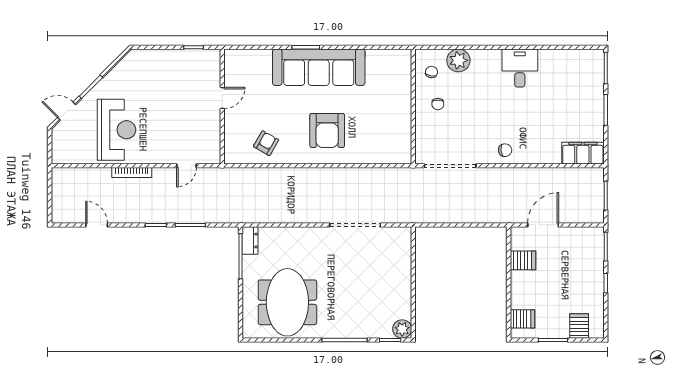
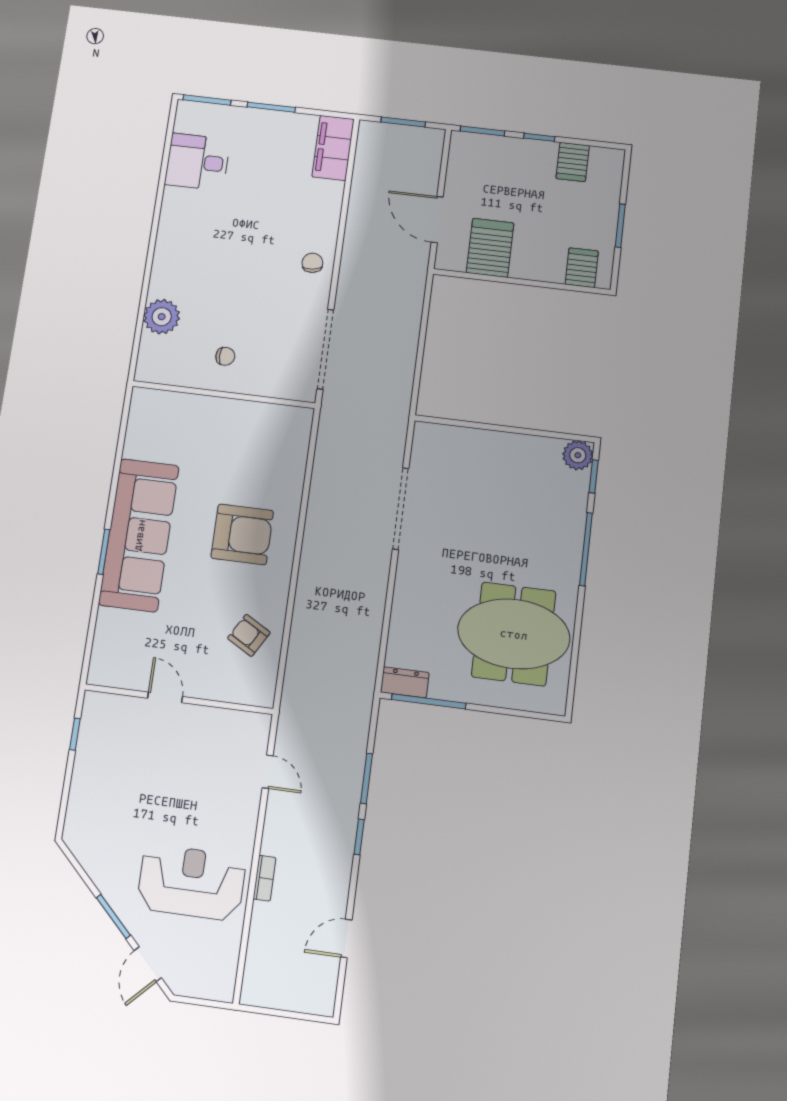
desk: (520, 68) -> (198, 162), moved
chair: (431, 72) -> (173, 360), removed
bookcase: (132, 172) -> (265, 878), width x0.64
server rack: (523, 260) -> (490, 248), width x1.36, depth x1.44
server rack: (579, 326) -> (573, 162), moved, turned -90

